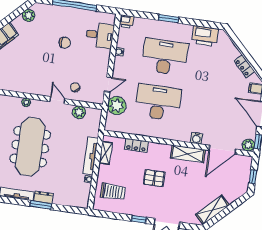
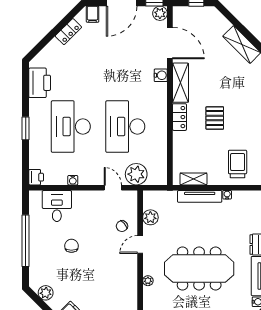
locker: (136, 145) -> (179, 117), moved

